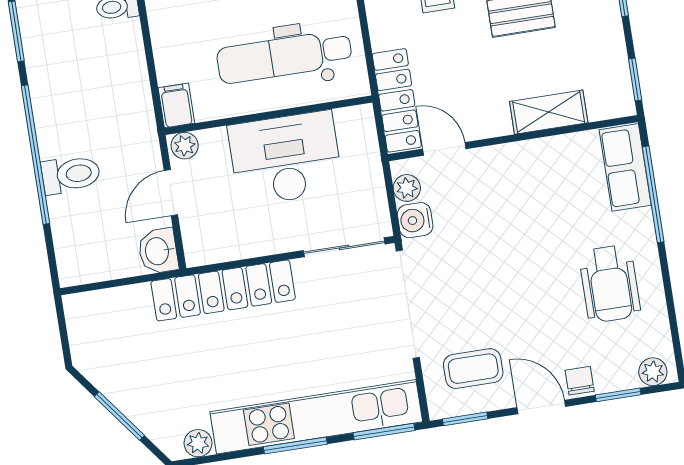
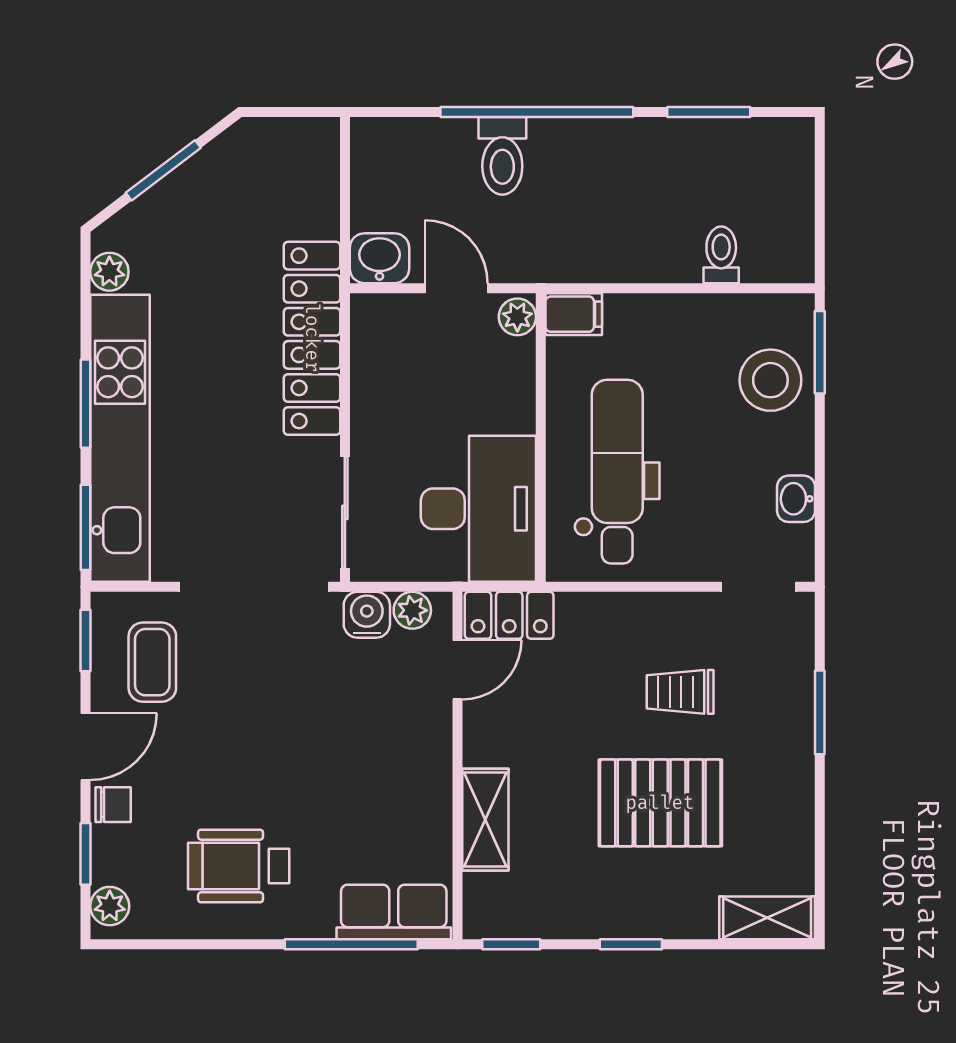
locker: (397, 100) -> (509, 615), width x0.66
desk: (285, 158) -> (478, 509), moved

